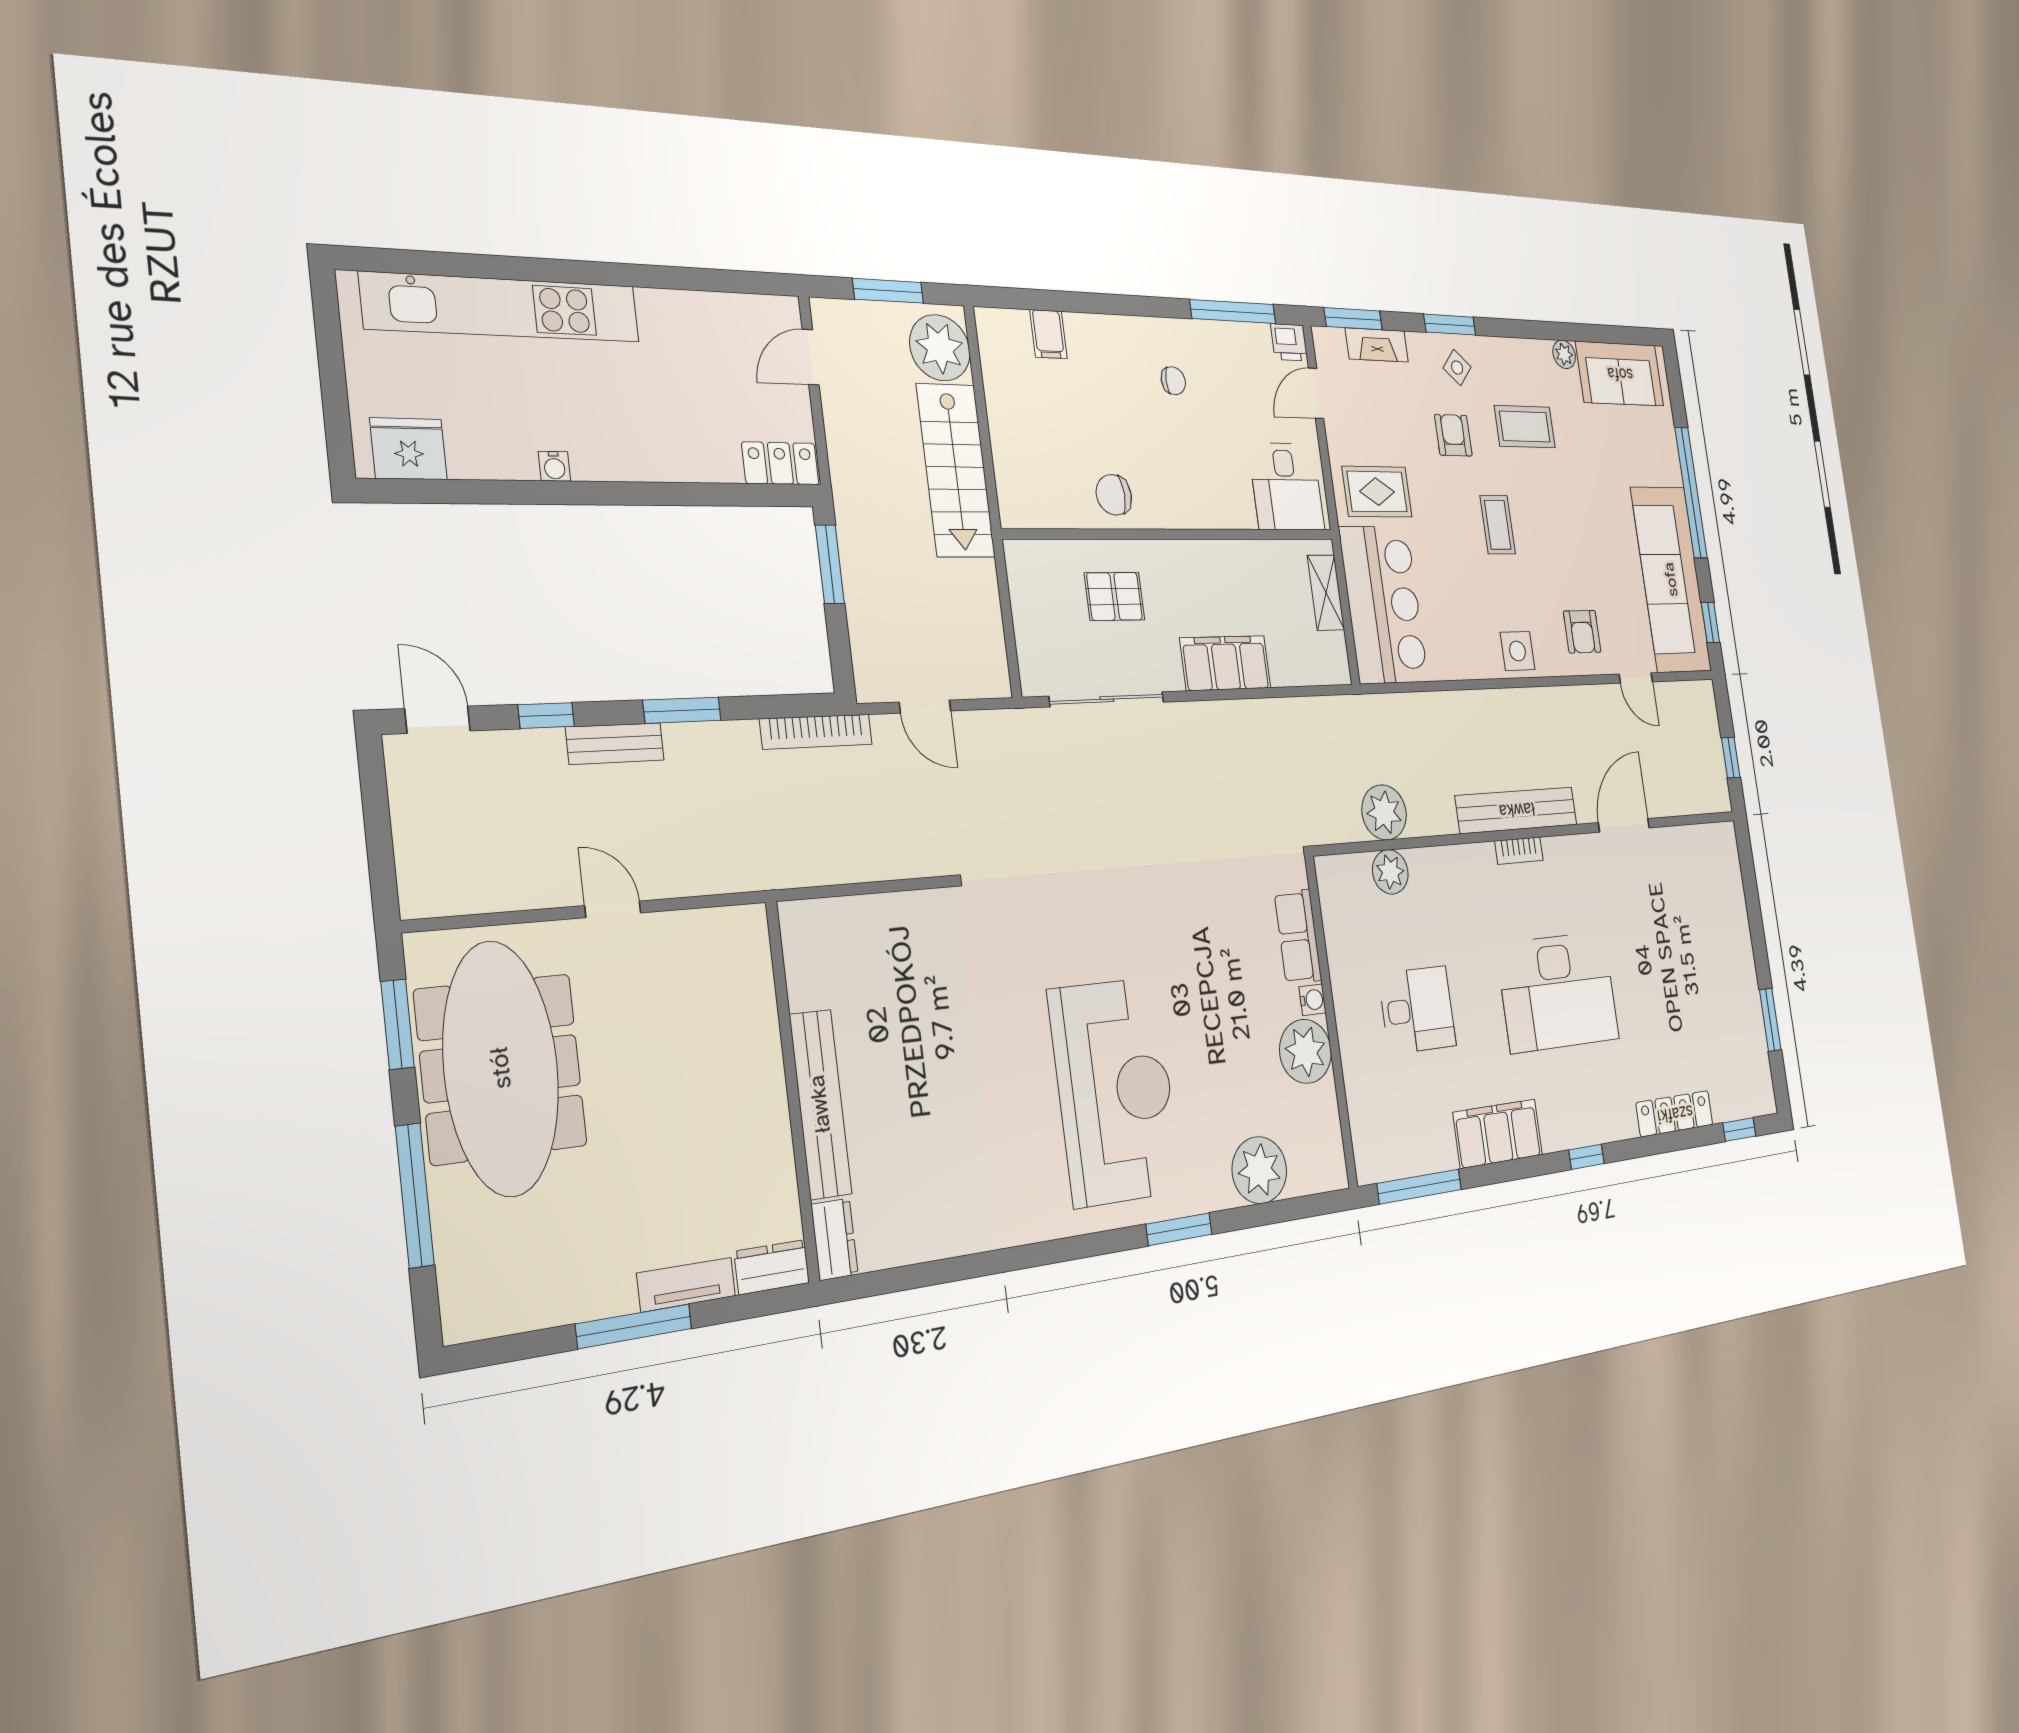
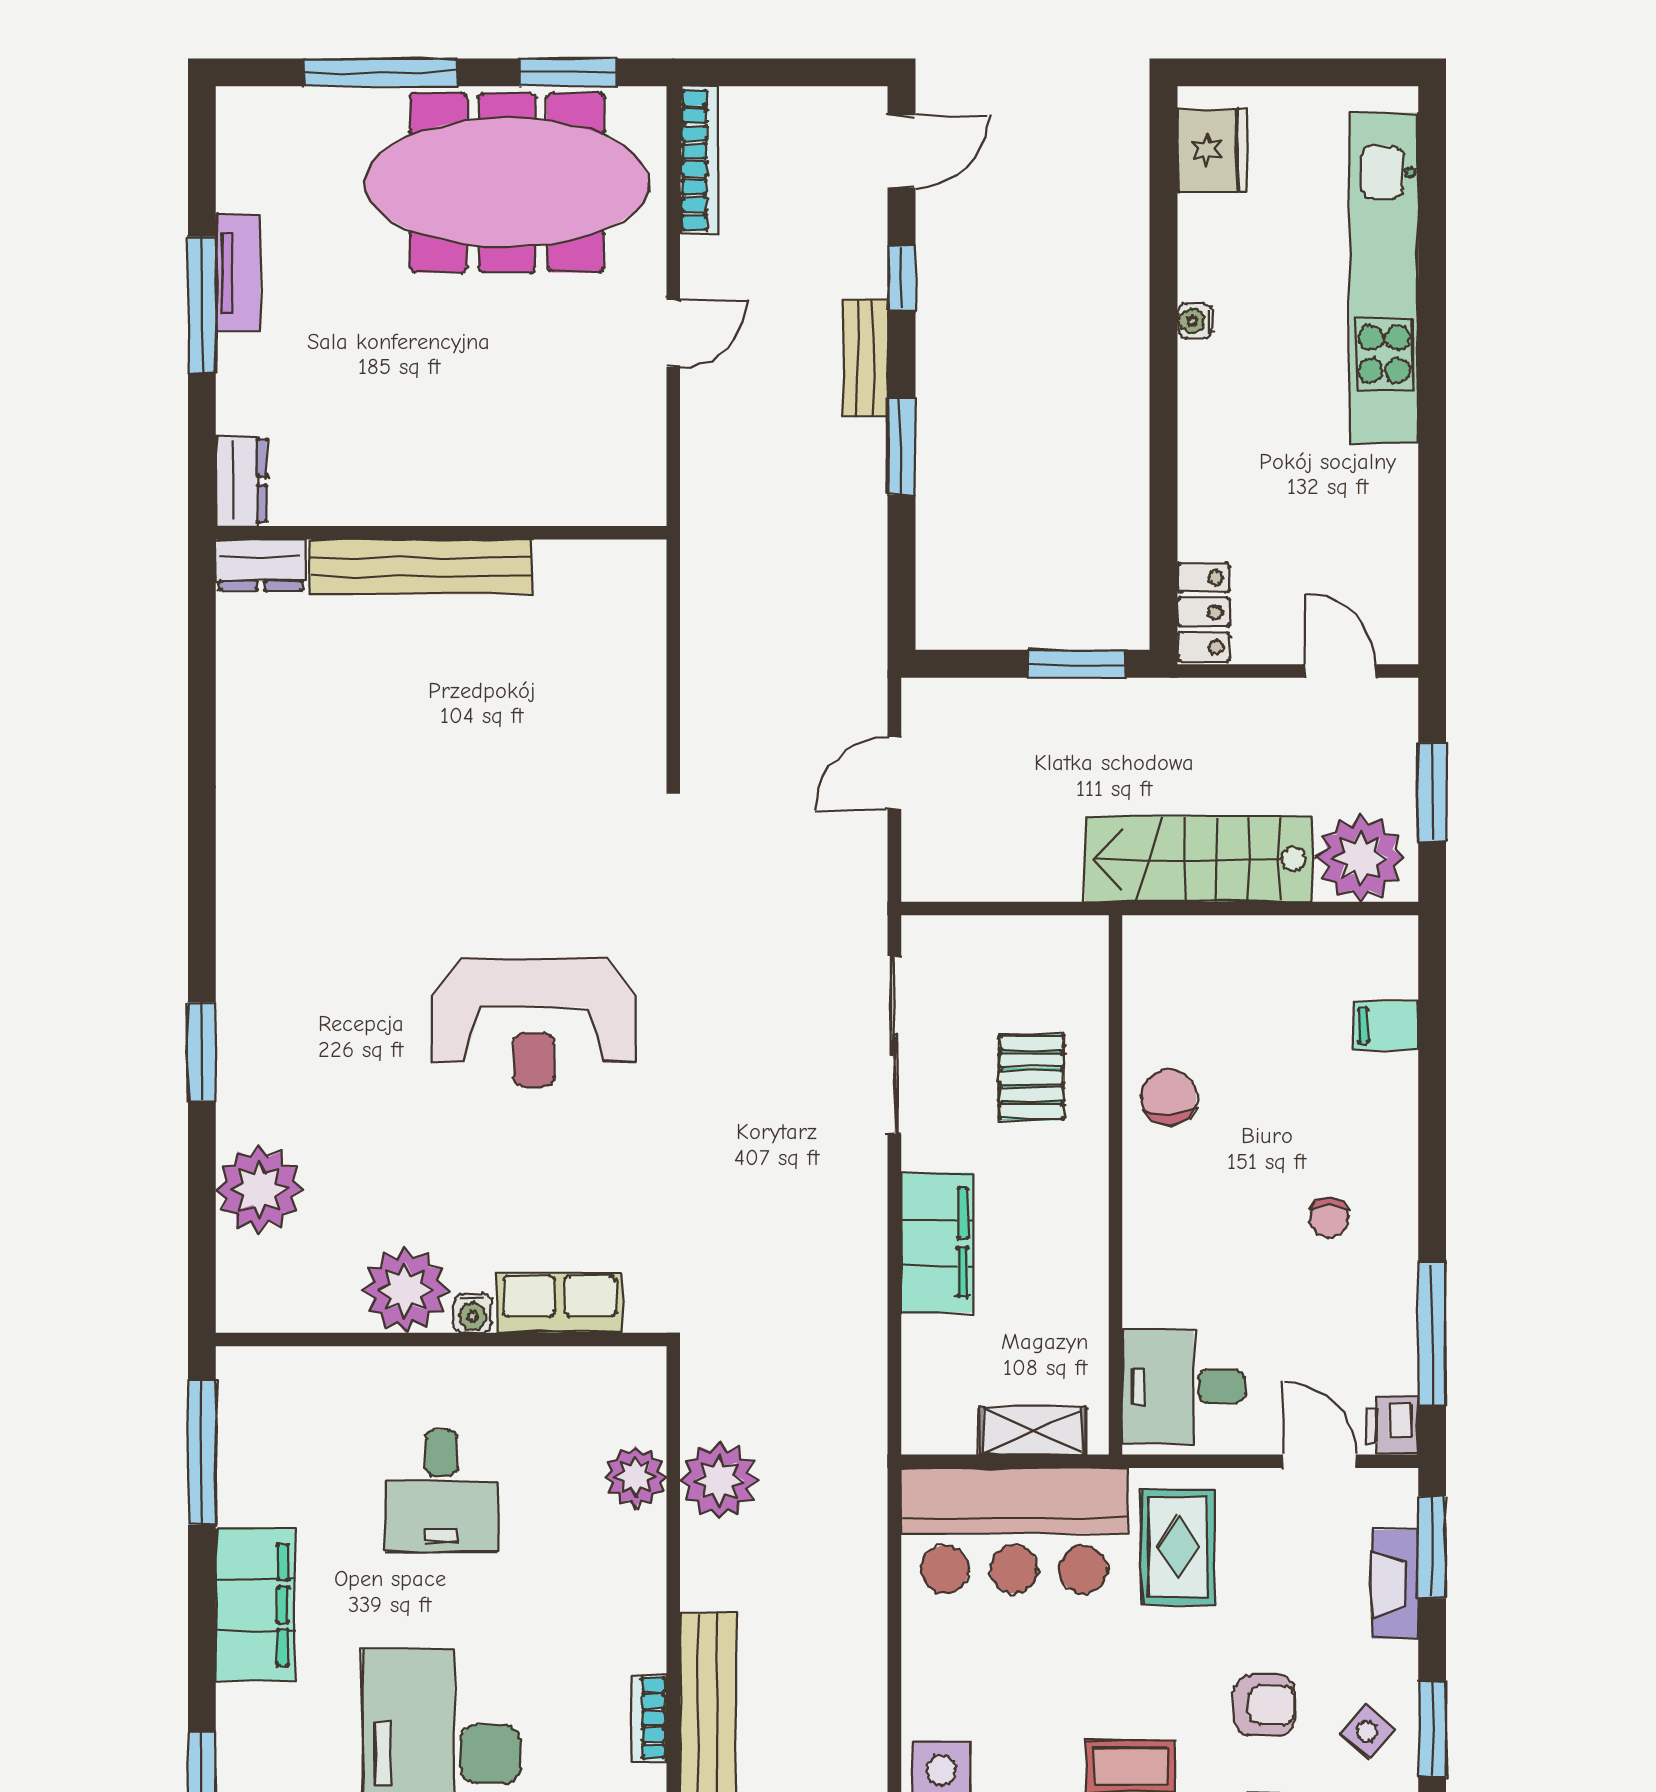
bookcase: (816, 732) -> (699, 160), moved, turned 180
reception desk: (1115, 1091) -> (534, 1022), moved, width x0.74, depth x0.77
tv unit: (686, 1285) -> (238, 273), moved

